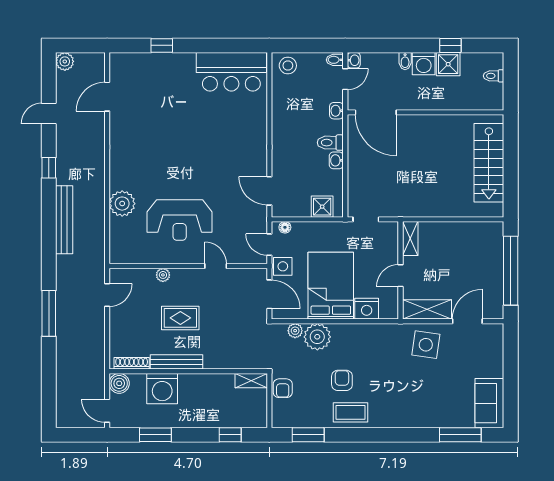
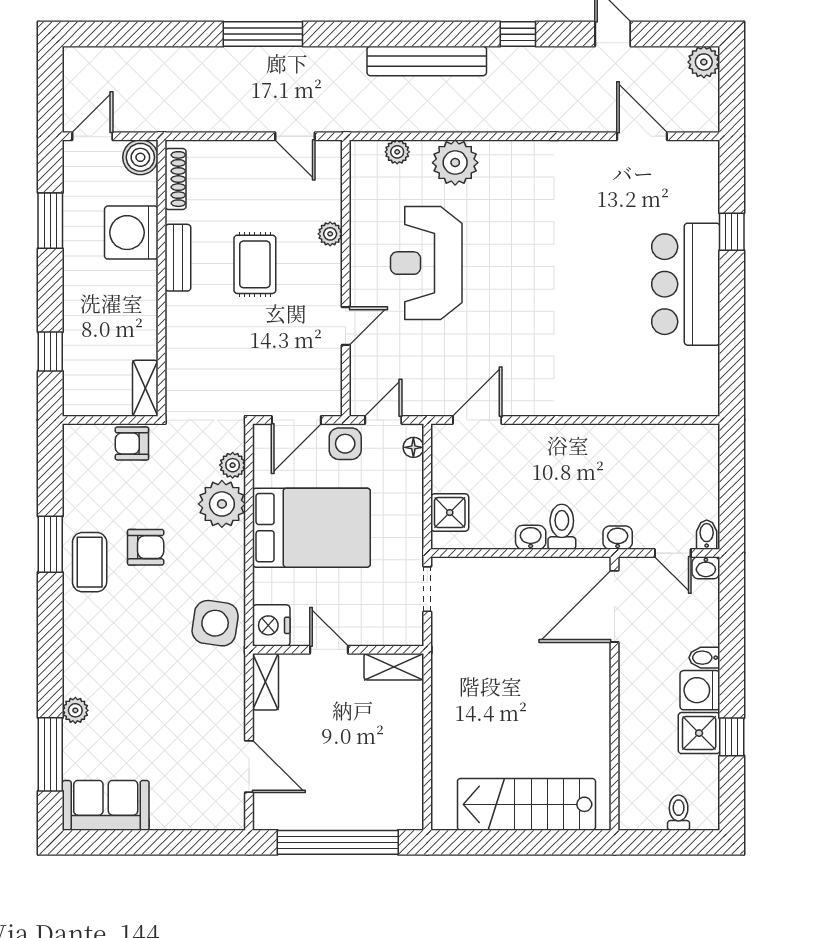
stool: (288, 66) -> (697, 452), removed
bar counter: (231, 72) -> (686, 284), moved
plant: (116, 237) -> (397, 152), added
nightstand: (367, 309) -> (271, 625), moved
shelving: (427, 309) -> (266, 682), width x0.67, depth x0.75
side table: (426, 345) -> (215, 623), moved
bench: (177, 362) -> (178, 258), width x0.73
plant: (435, 421) -> (75, 710), added
window: (308, 435) -> (50, 544), moved

